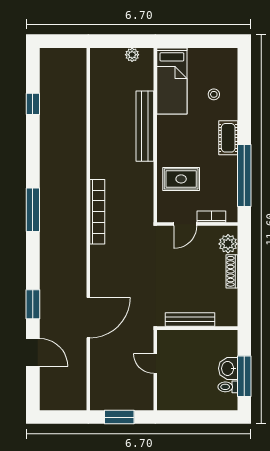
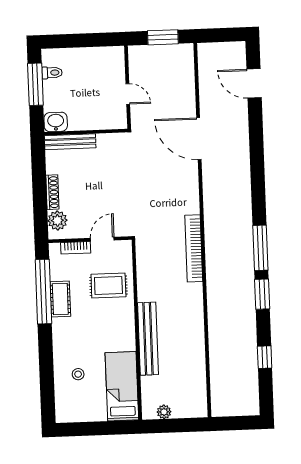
cot: (228, 138) -> (60, 299), moved
window: (33, 304) -> (262, 294), moved
door: (88, 318) -> (199, 139), hinge flipped
bench: (190, 319) -> (70, 142), moved
door: (33, 352) -> (254, 83), moved
washbasin: (228, 368) -> (56, 122), moved, turned -90

